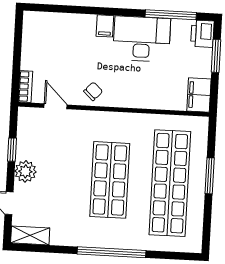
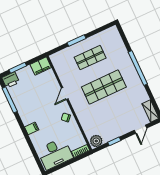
desk: (142, 39) -> (55, 154), moved, turned -90
door: (56, 106) -> (65, 93), moved
plant: (25, 171) -> (96, 141), moved
shop shelf: (170, 183) -> (90, 58), width x0.50, depth x0.74

